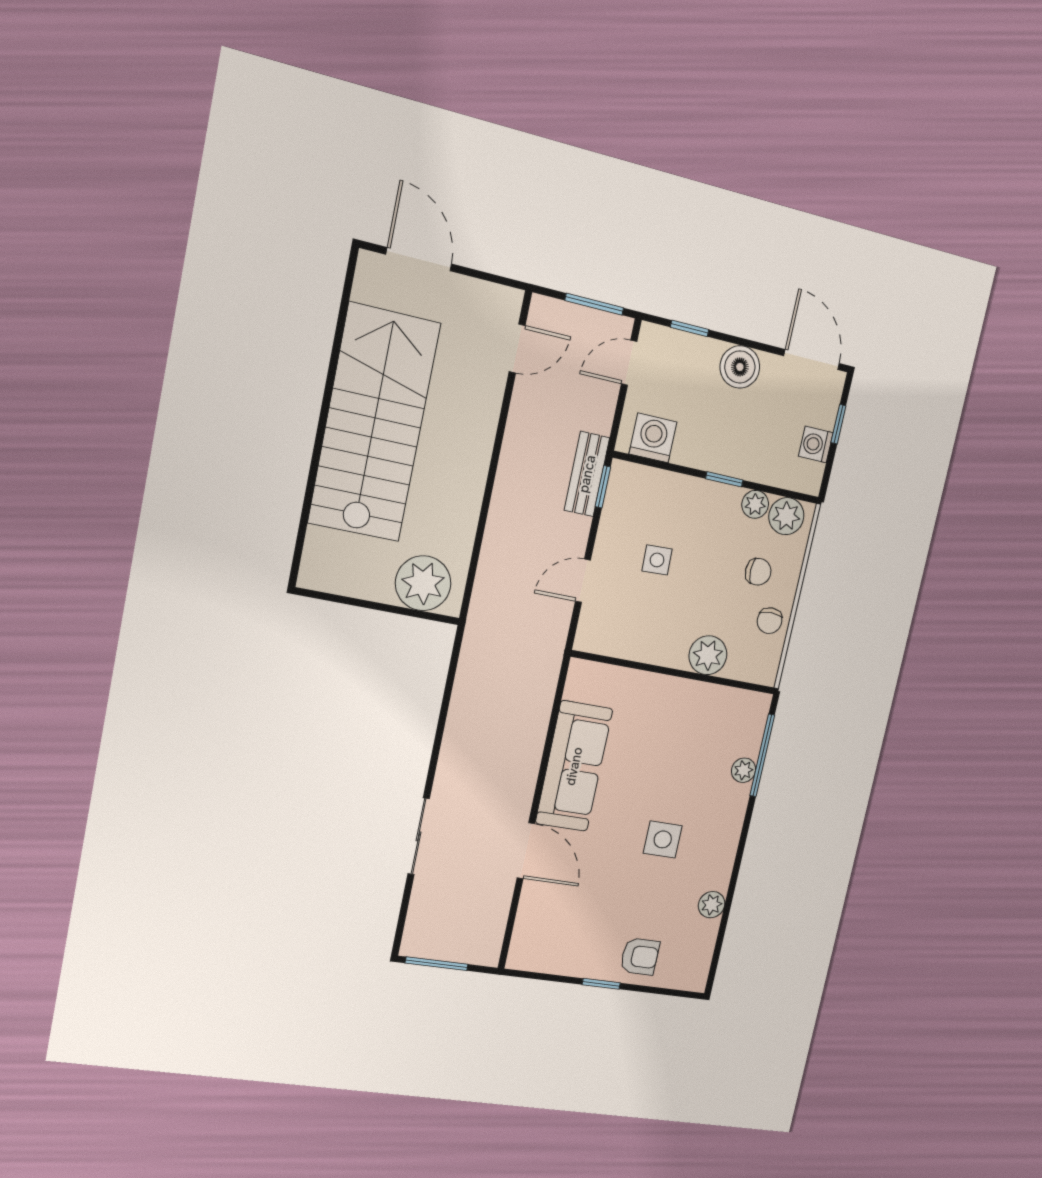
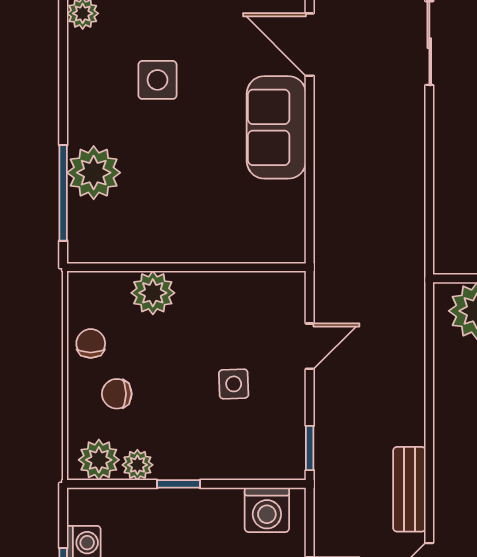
bench: (587, 474) -> (409, 489), moved
sofa: (574, 766) -> (276, 127), width x0.73
plant: (744, 770) -> (94, 173), width x1.87, depth x1.87

